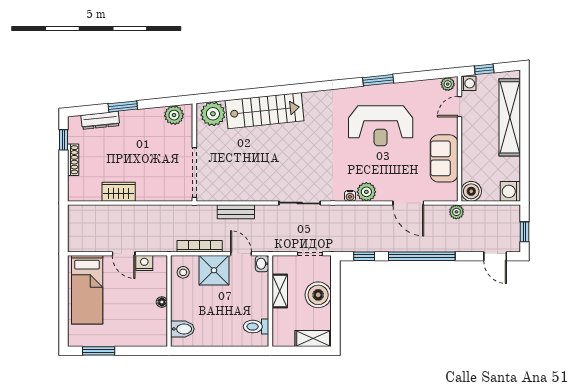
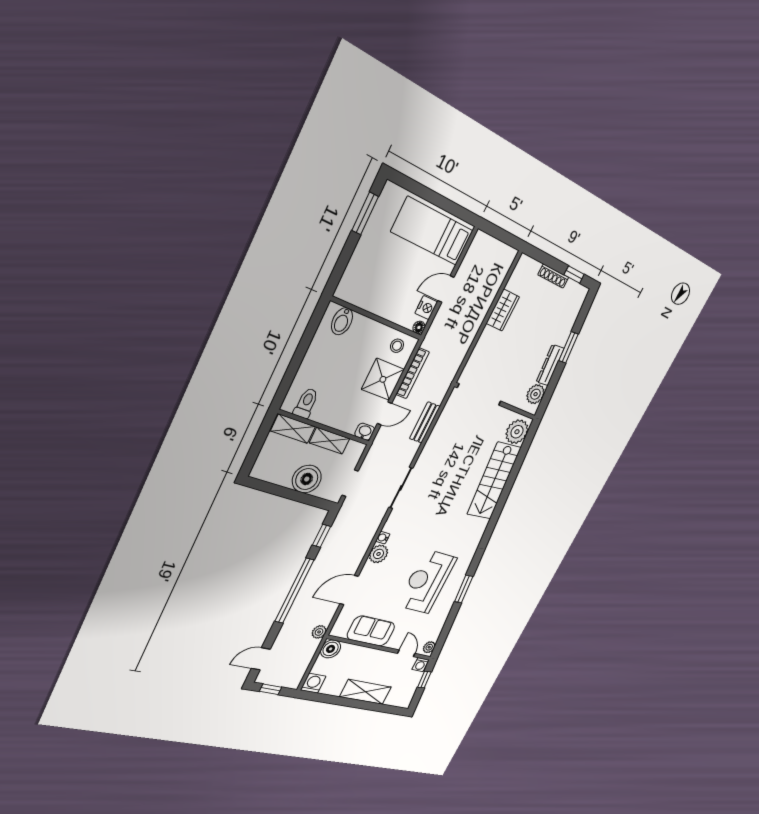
shelving: (510, 117) -> (366, 692), width x0.68
dresser: (100, 120) -> (550, 365), moved
floor lamp: (162, 302) -> (419, 327), moved
shelving: (313, 338) -> (293, 429), moved, turned 90

